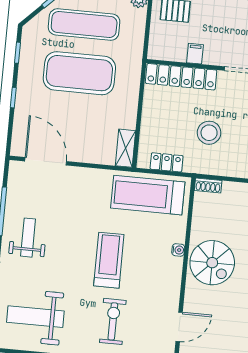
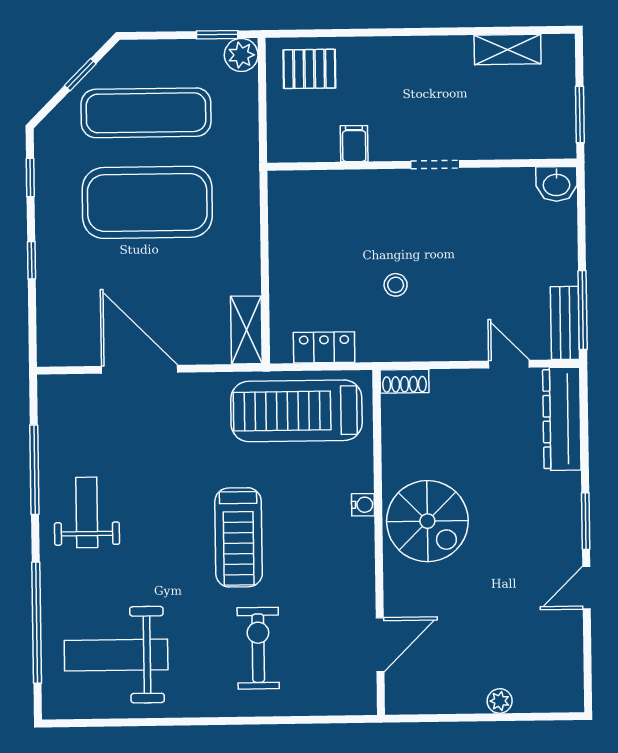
locker: (181, 77) -> (333, 188), removed
stool: (209, 133) -> (396, 285), width x0.53, depth x0.53
door: (46, 161) -> (140, 369), moved
treadmill: (109, 260) -> (239, 537), turned 180

